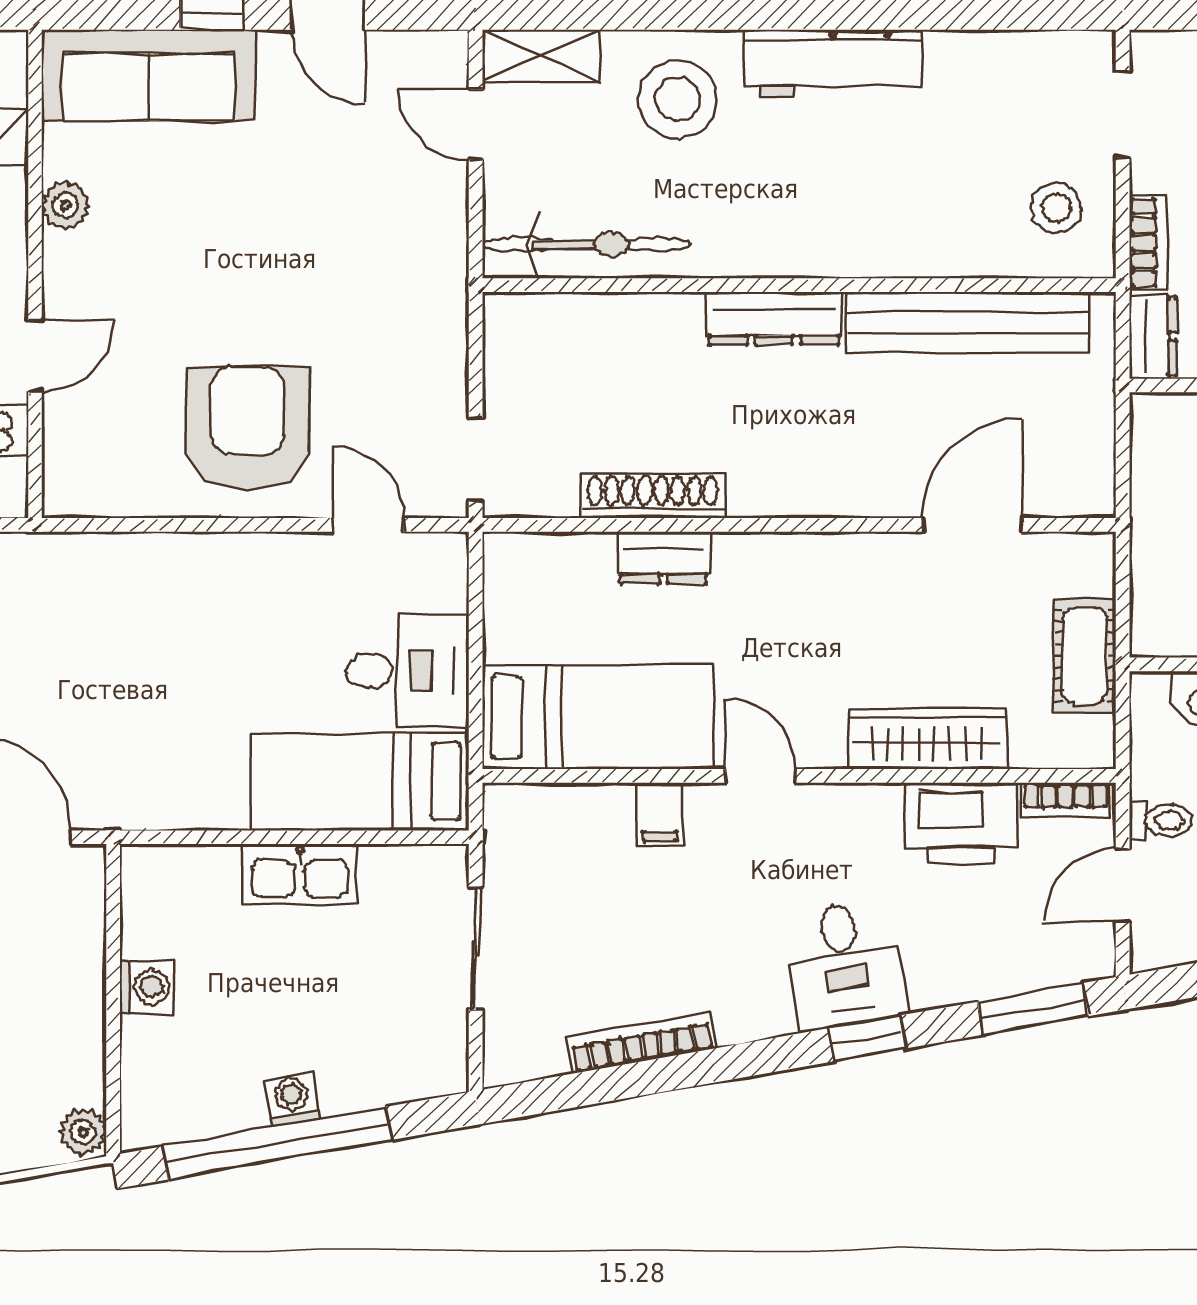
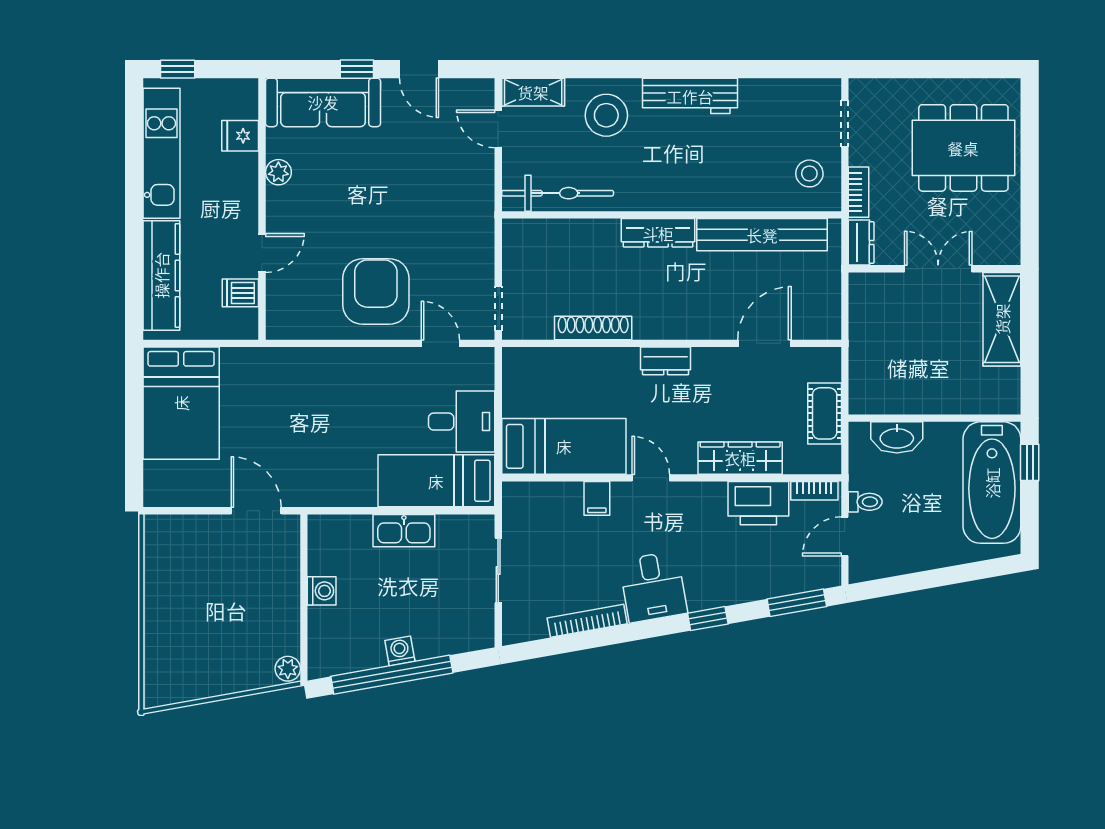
dresser: (664, 558) -> (666, 361), moved
desk: (845, 965) -> (653, 587), moved

